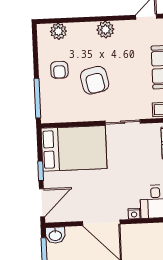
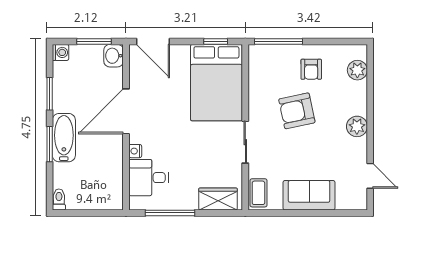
armchair: (59, 70) -> (311, 69), turned -90
window: (41, 171) -> (216, 42), moved

